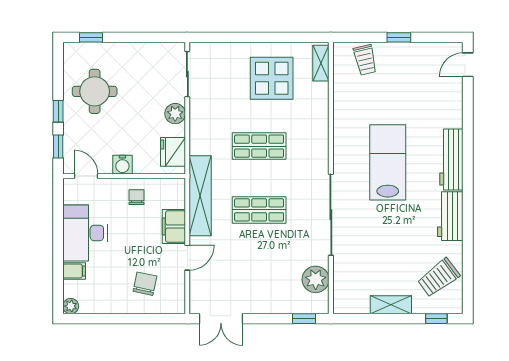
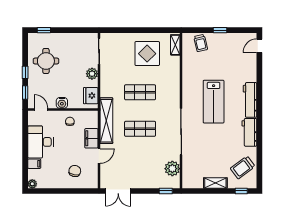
lab bench: (388, 162) -> (214, 102), turned 180

